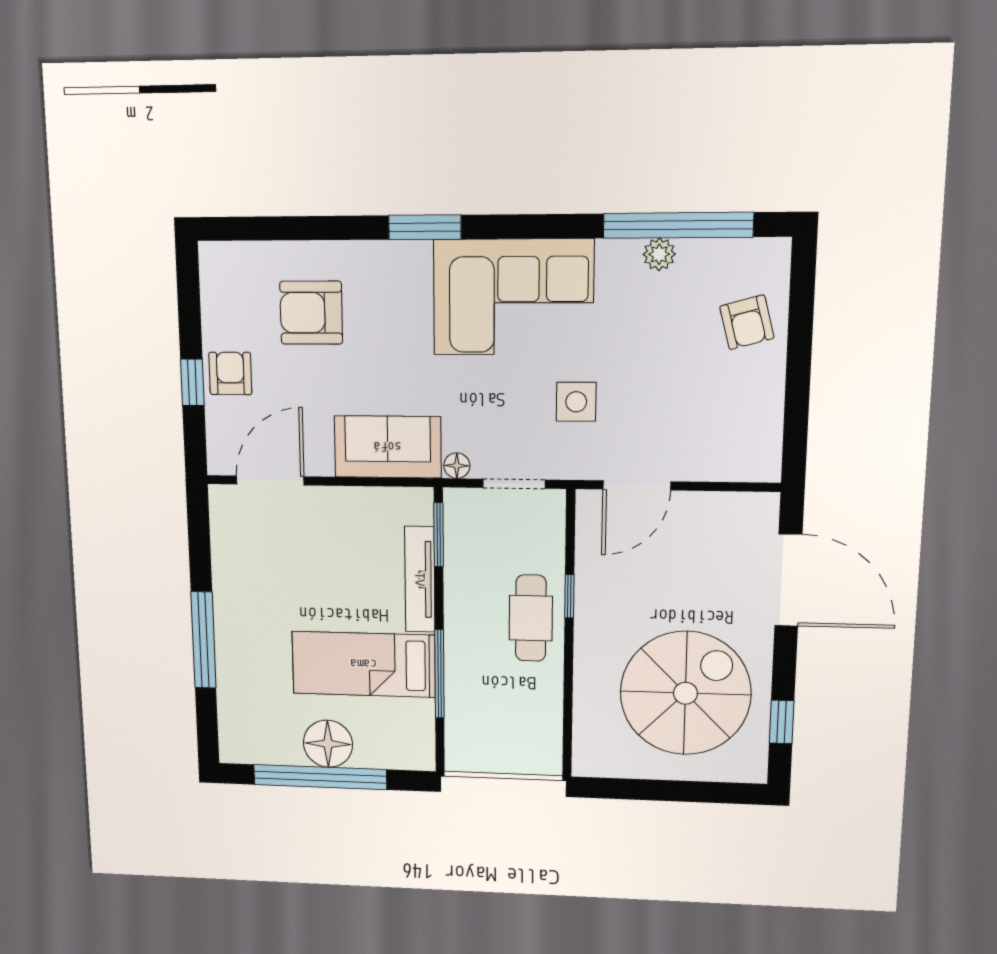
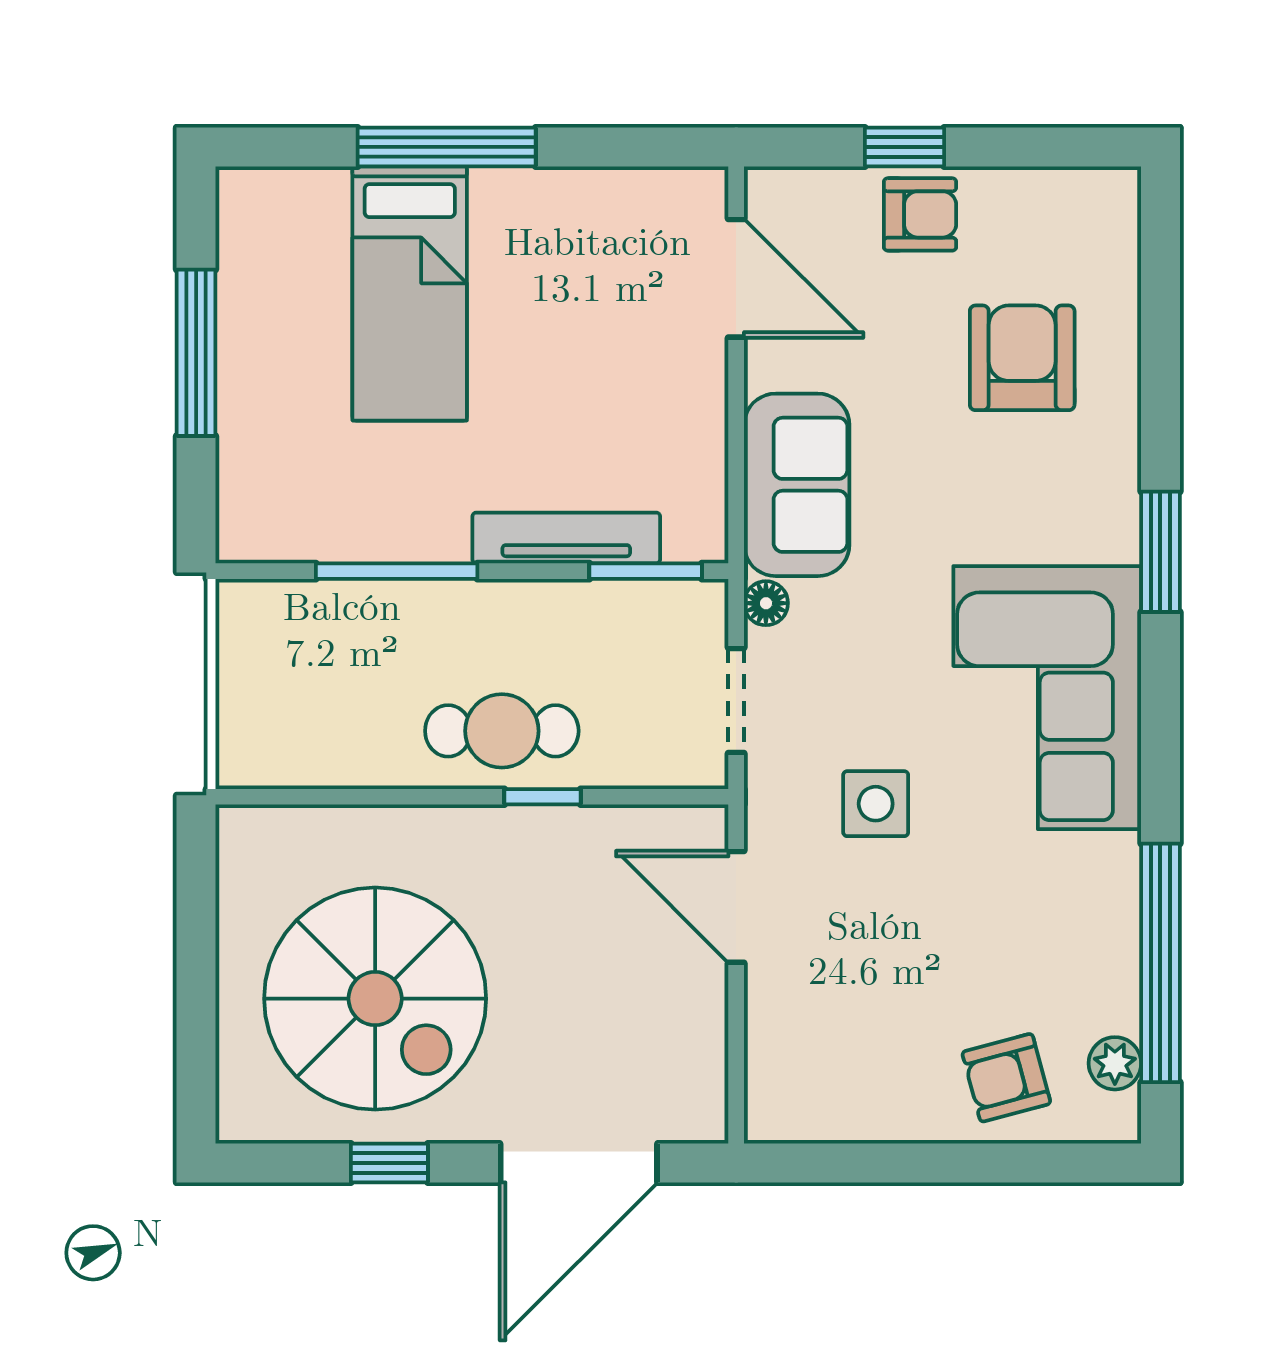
plant: (659, 254) -> (1115, 1063), moved
bed: (364, 664) -> (410, 293), moved, turned 180
window: (782, 722) -> (389, 1163), moved
floor lamp: (328, 744) -> (260, 369), removed
window: (320, 777) -> (196, 353), width x0.68

